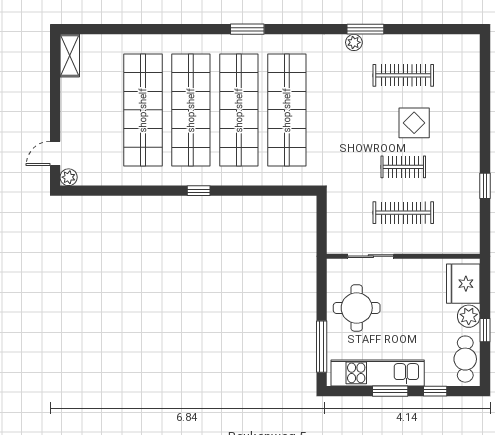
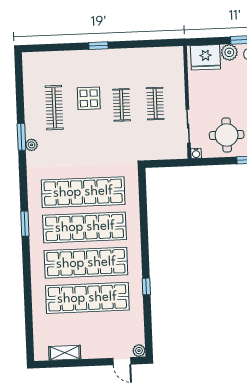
shelving: (70, 56) -> (65, 353), moved
window: (485, 186) -> (98, 46), moved
window: (199, 191) -> (146, 286), moved
clothes rail: (403, 213) -> (155, 104), width x0.73
water cooler: (333, 266) -> (196, 153), added

